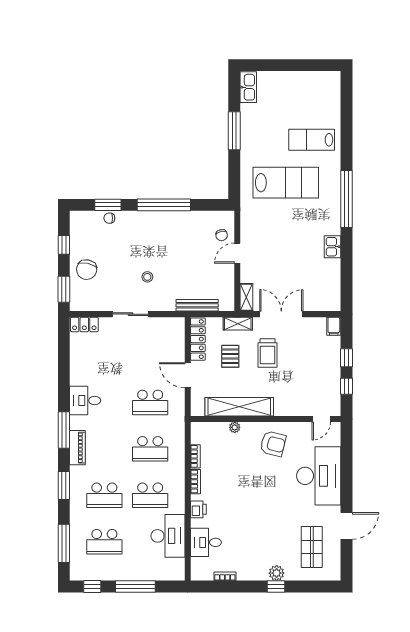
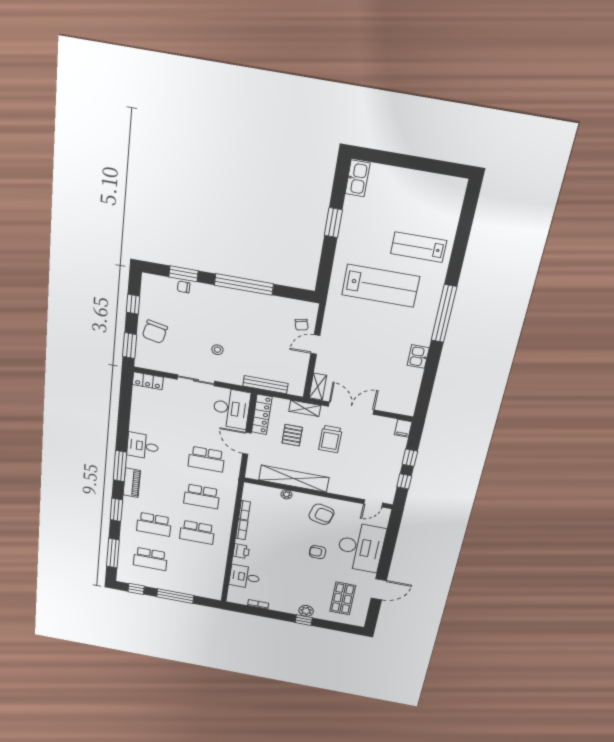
window: (234, 131) -> (333, 223), width x0.69
armchair: (276, 492) -> (318, 552), added
desk: (168, 536) -> (231, 408), moved

